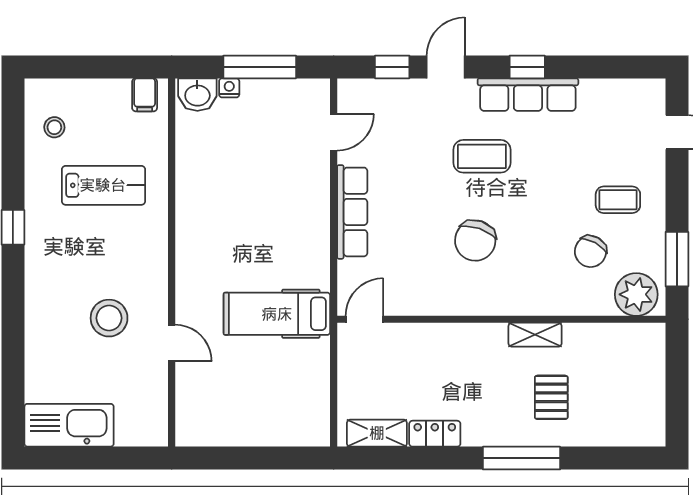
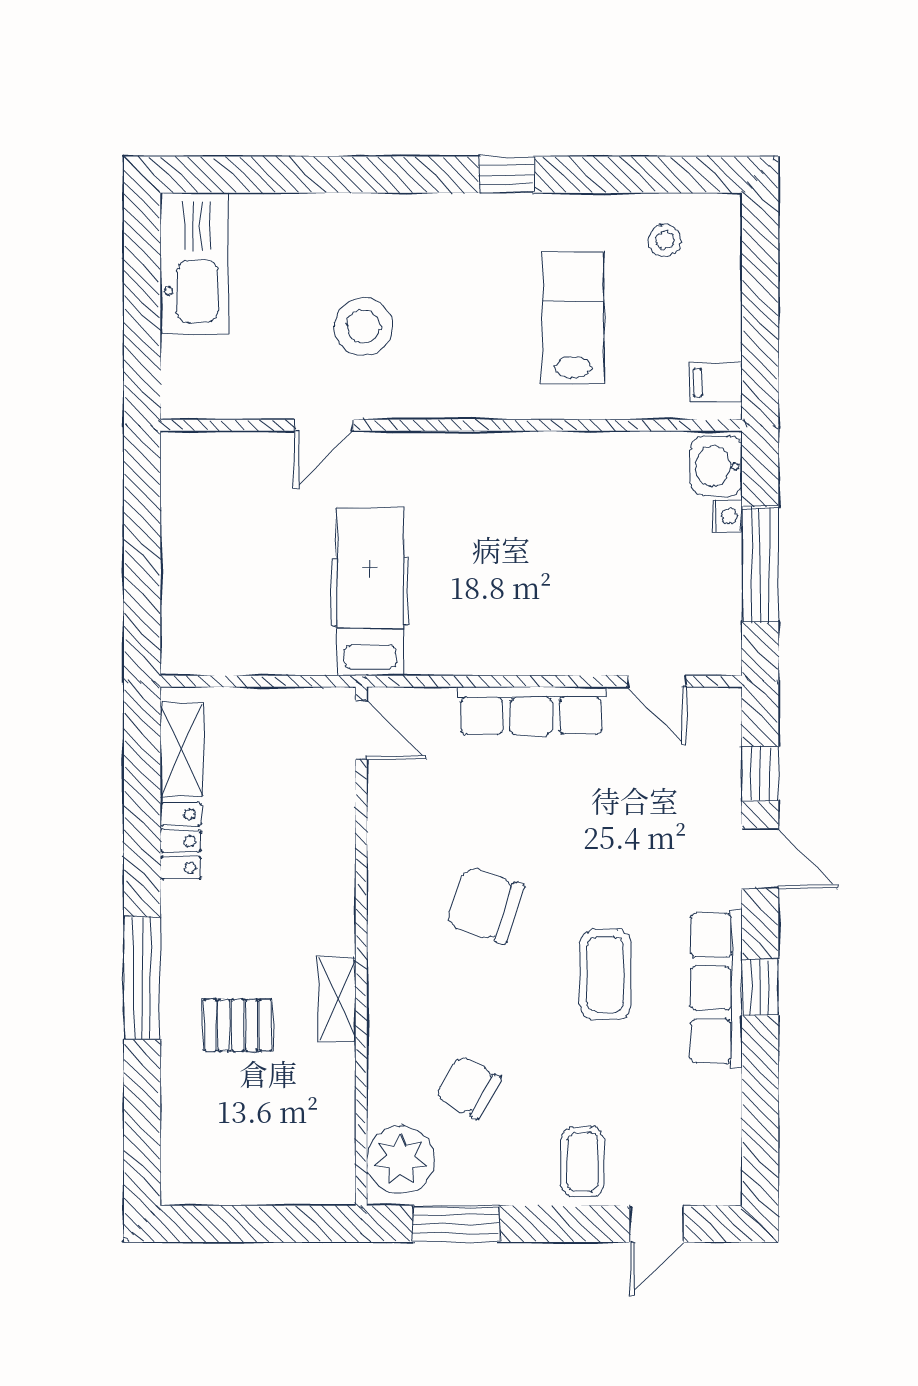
coffee table: (482, 156) -> (605, 974), moved
lab bench: (103, 185) -> (573, 318), turned 180
coffee table: (618, 200) -> (582, 1162), moved

